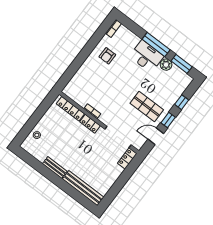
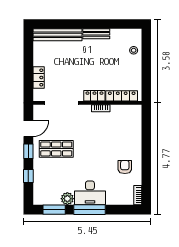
locker: (127, 158) -> (39, 77), moved

